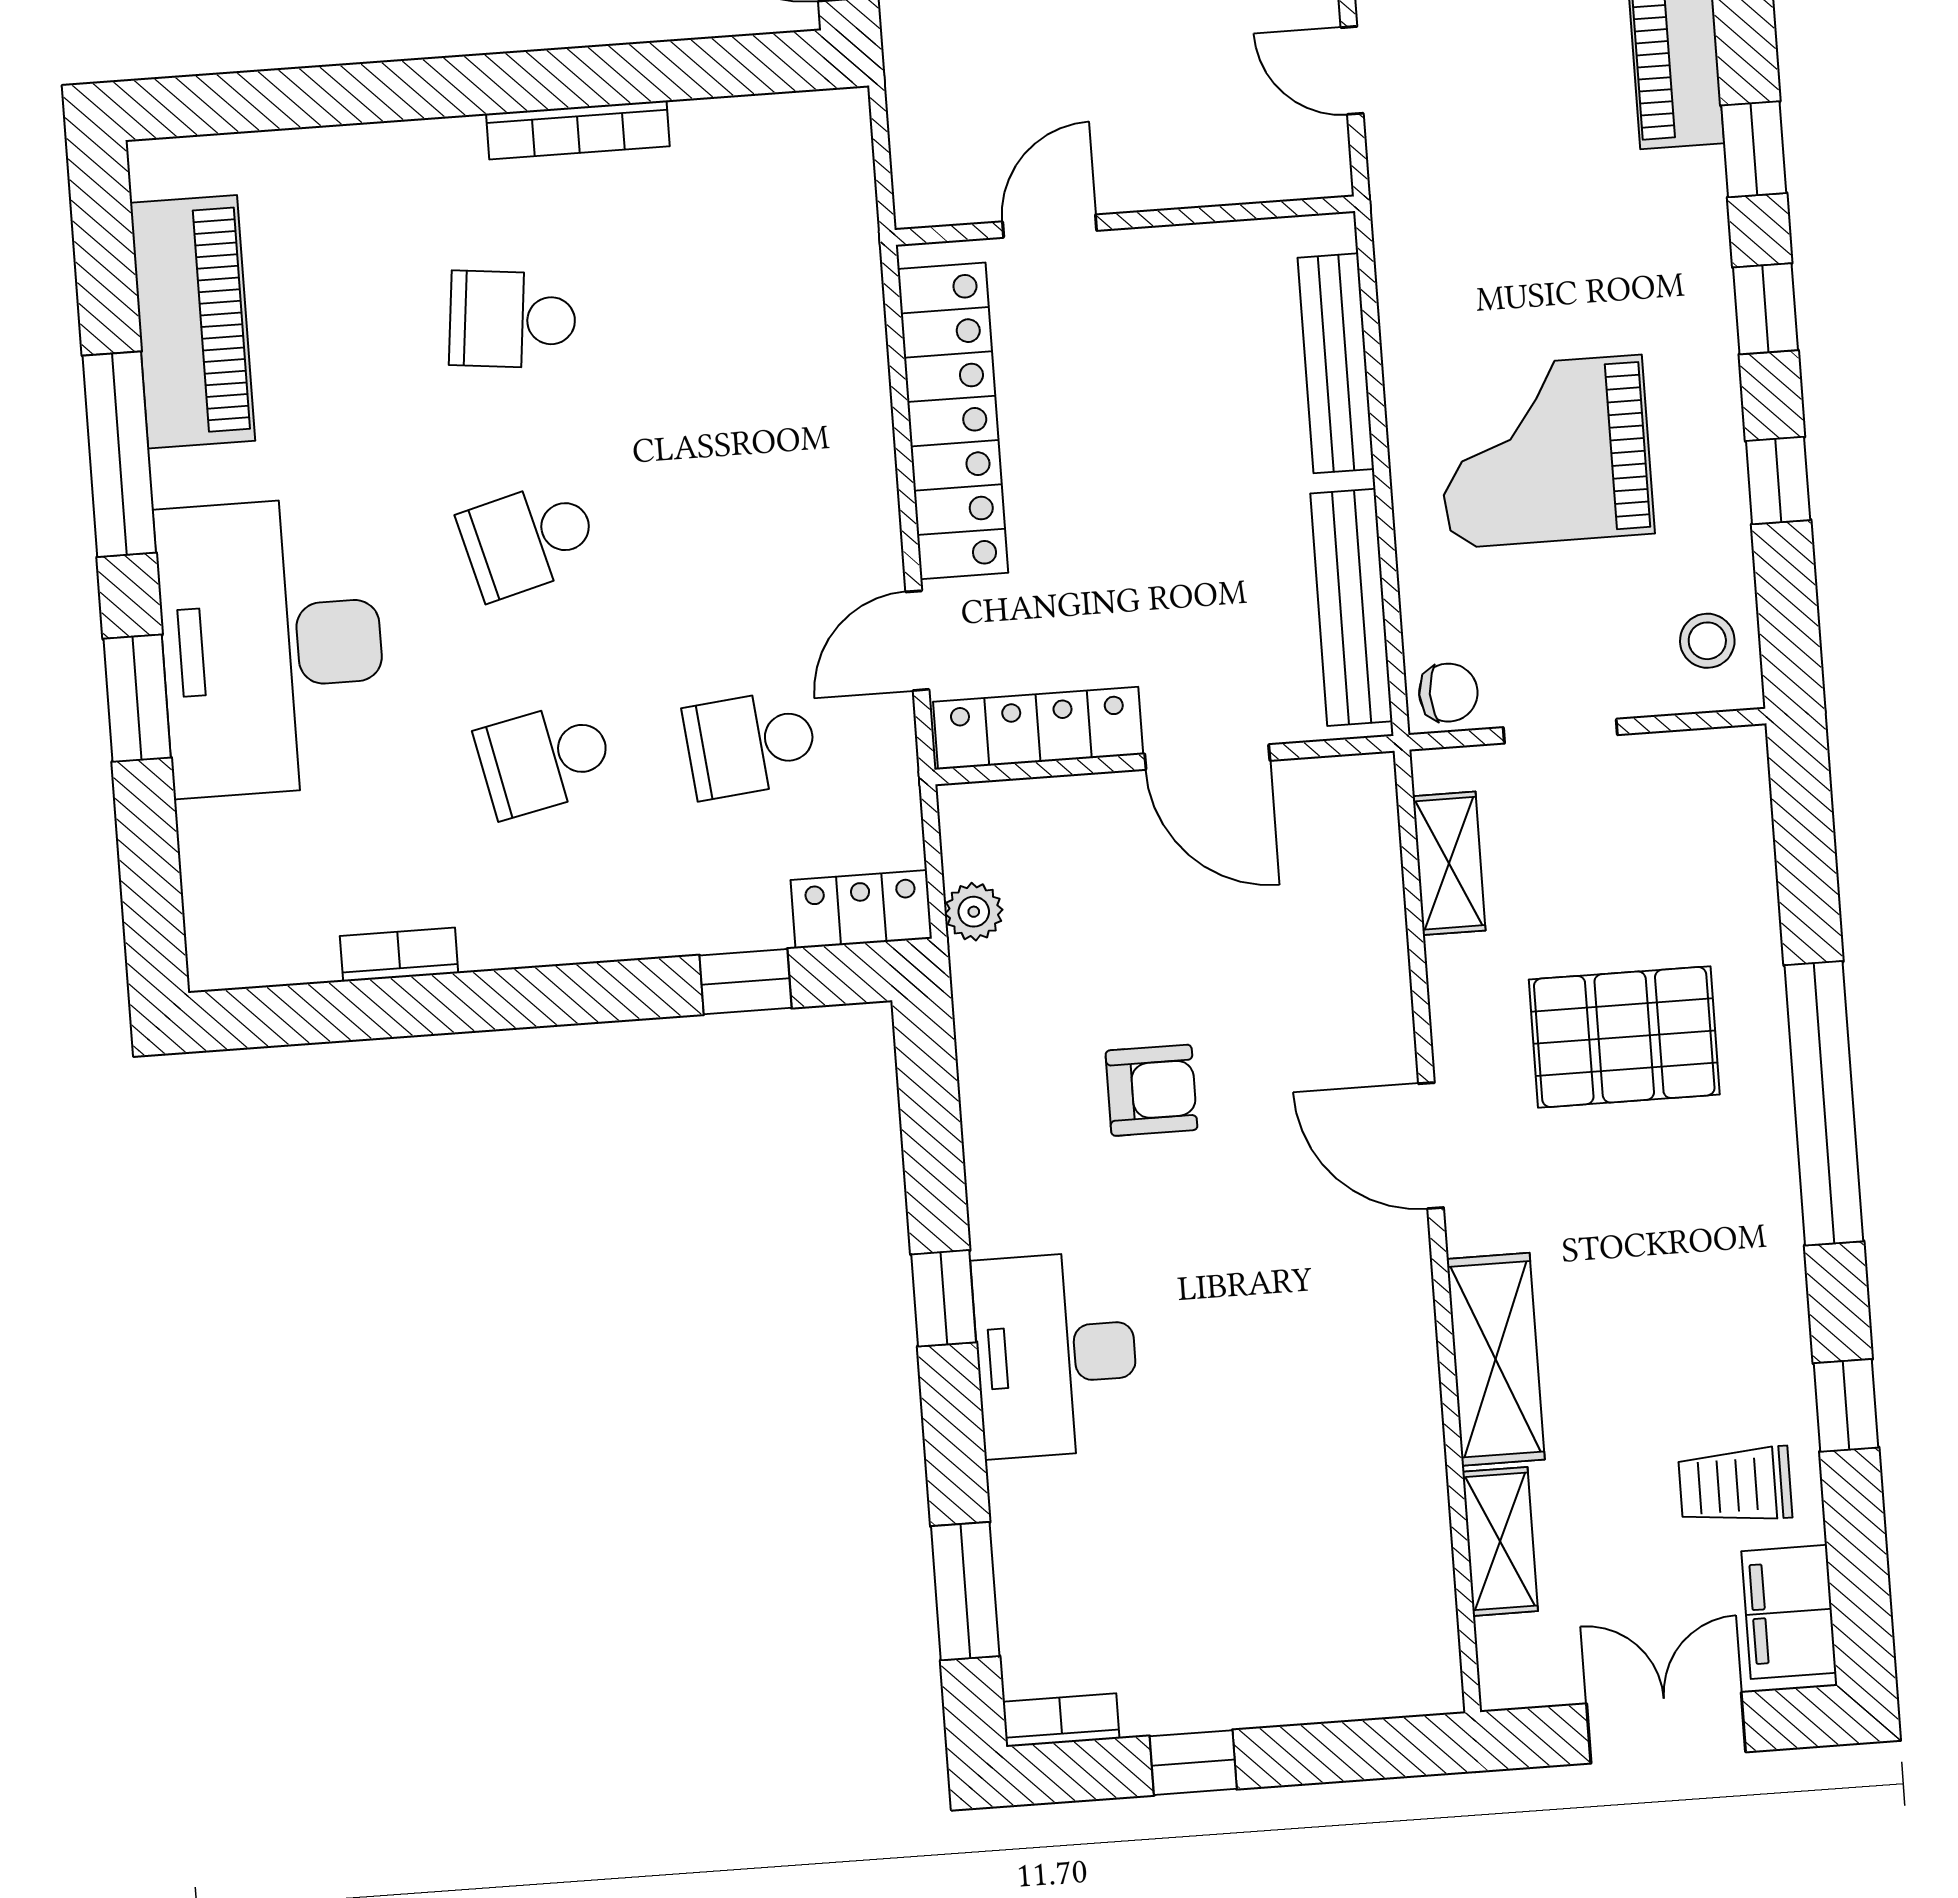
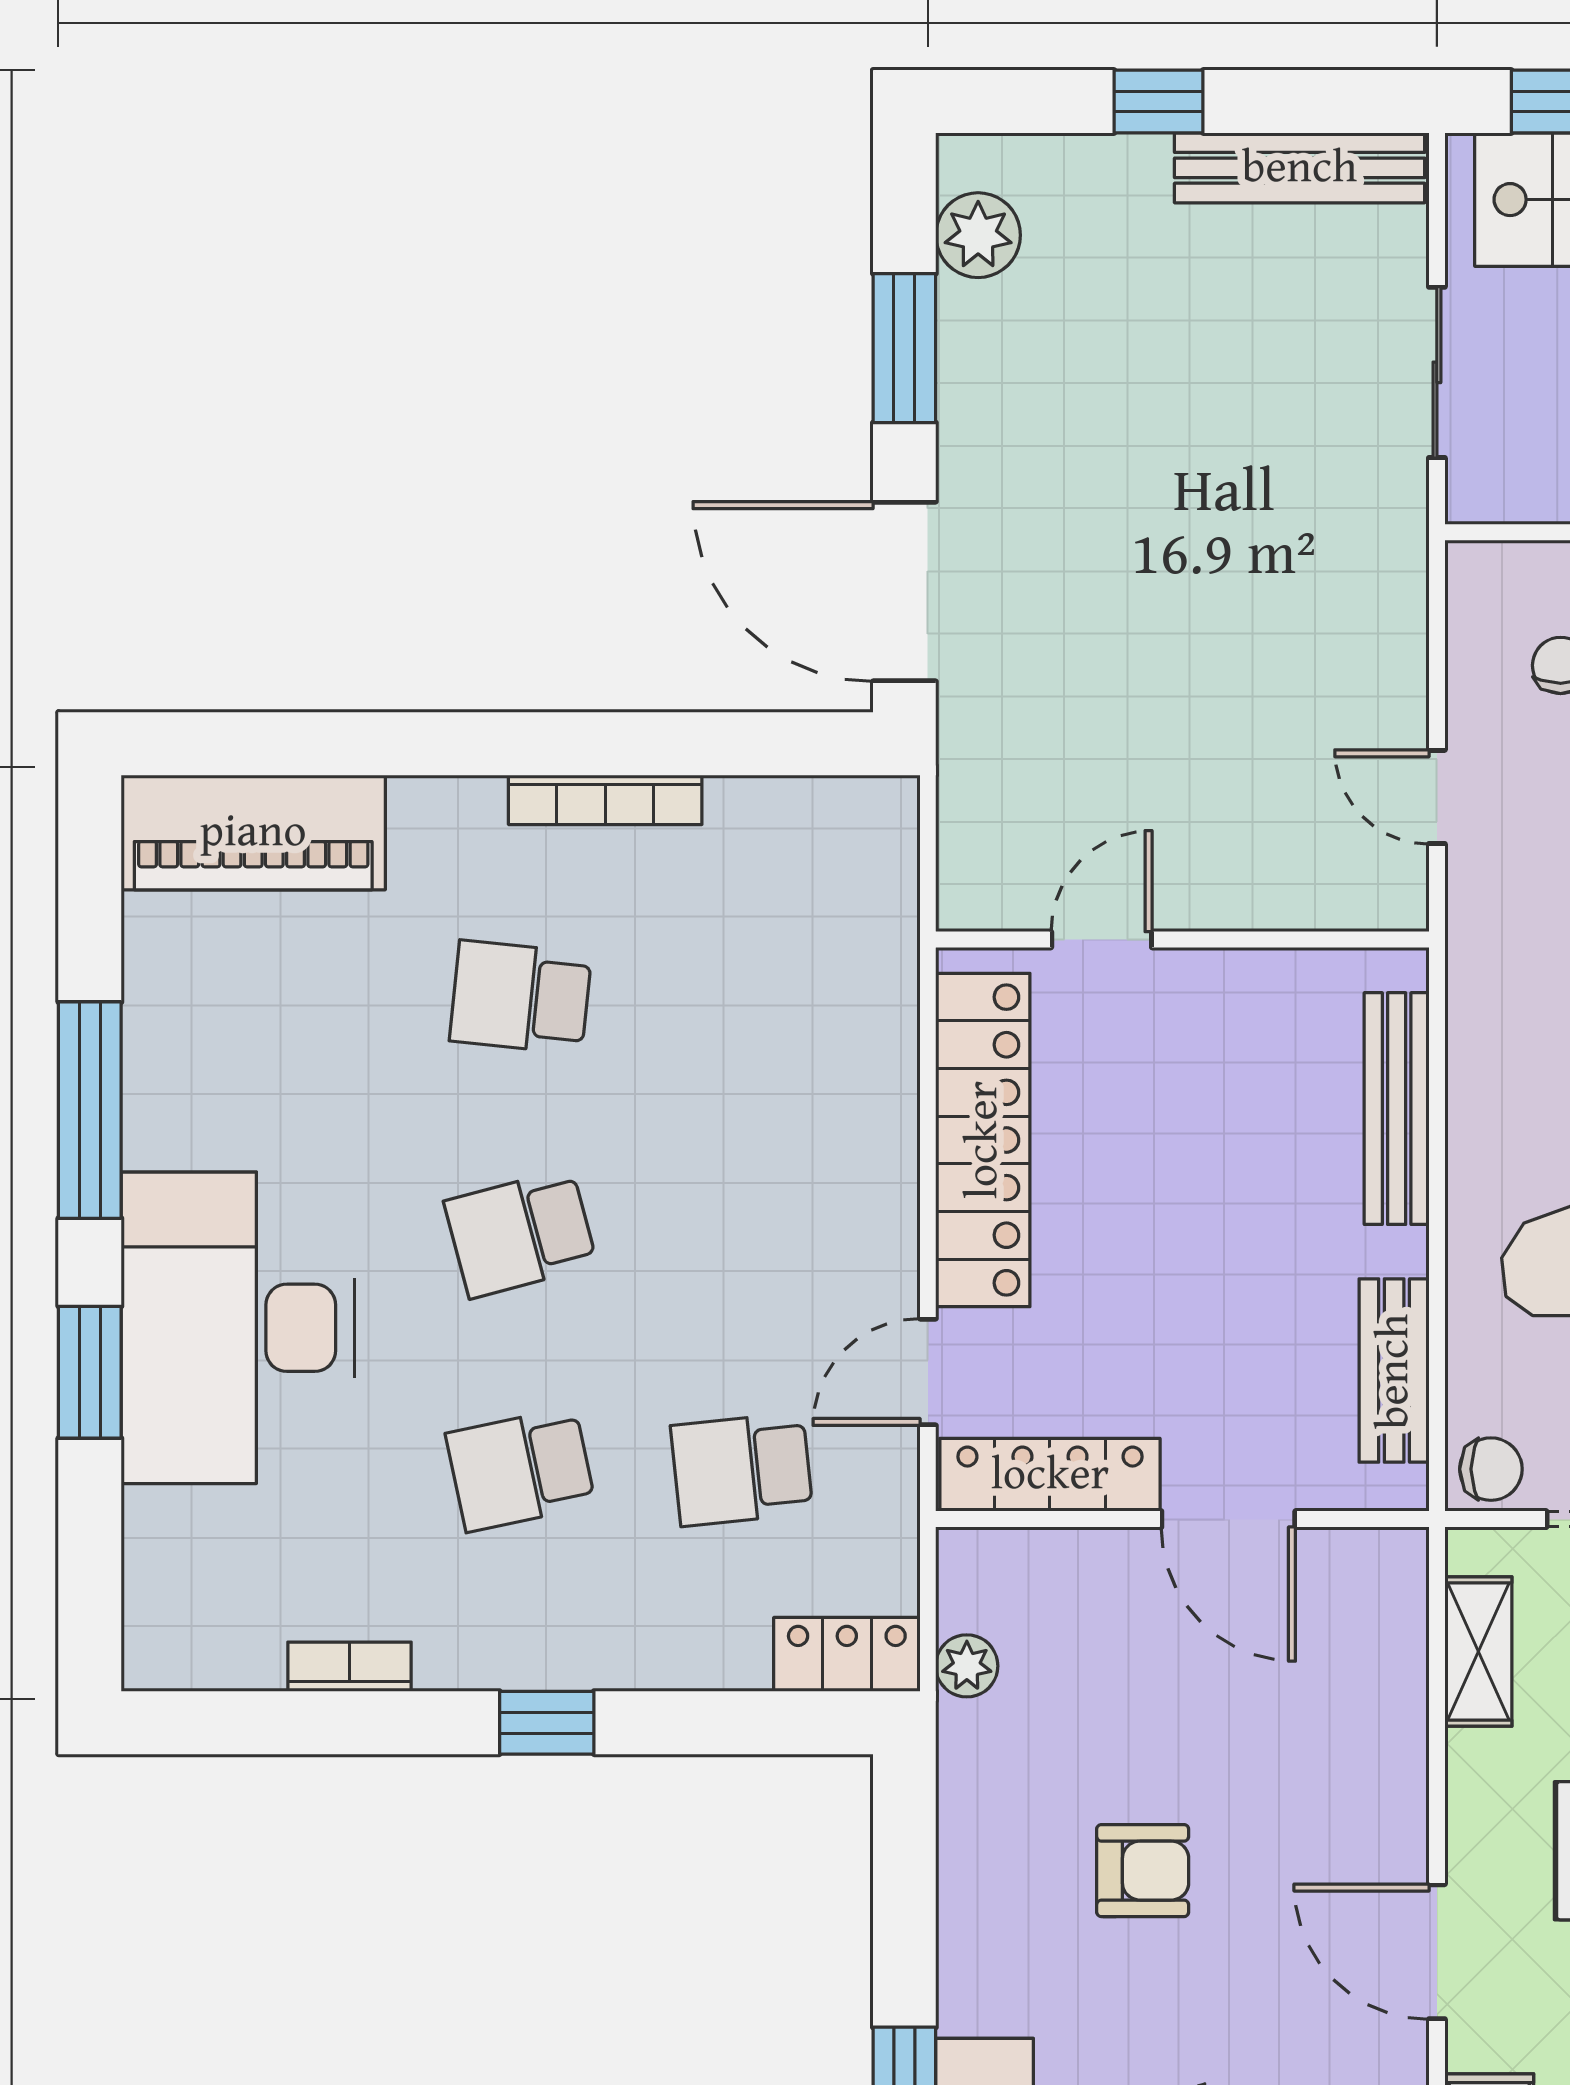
piano: (193, 322) -> (253, 832), moved, turned 90
bench: (1351, 607) -> (1394, 1371), width x0.73
window: (745, 982) -> (547, 1723), moved

